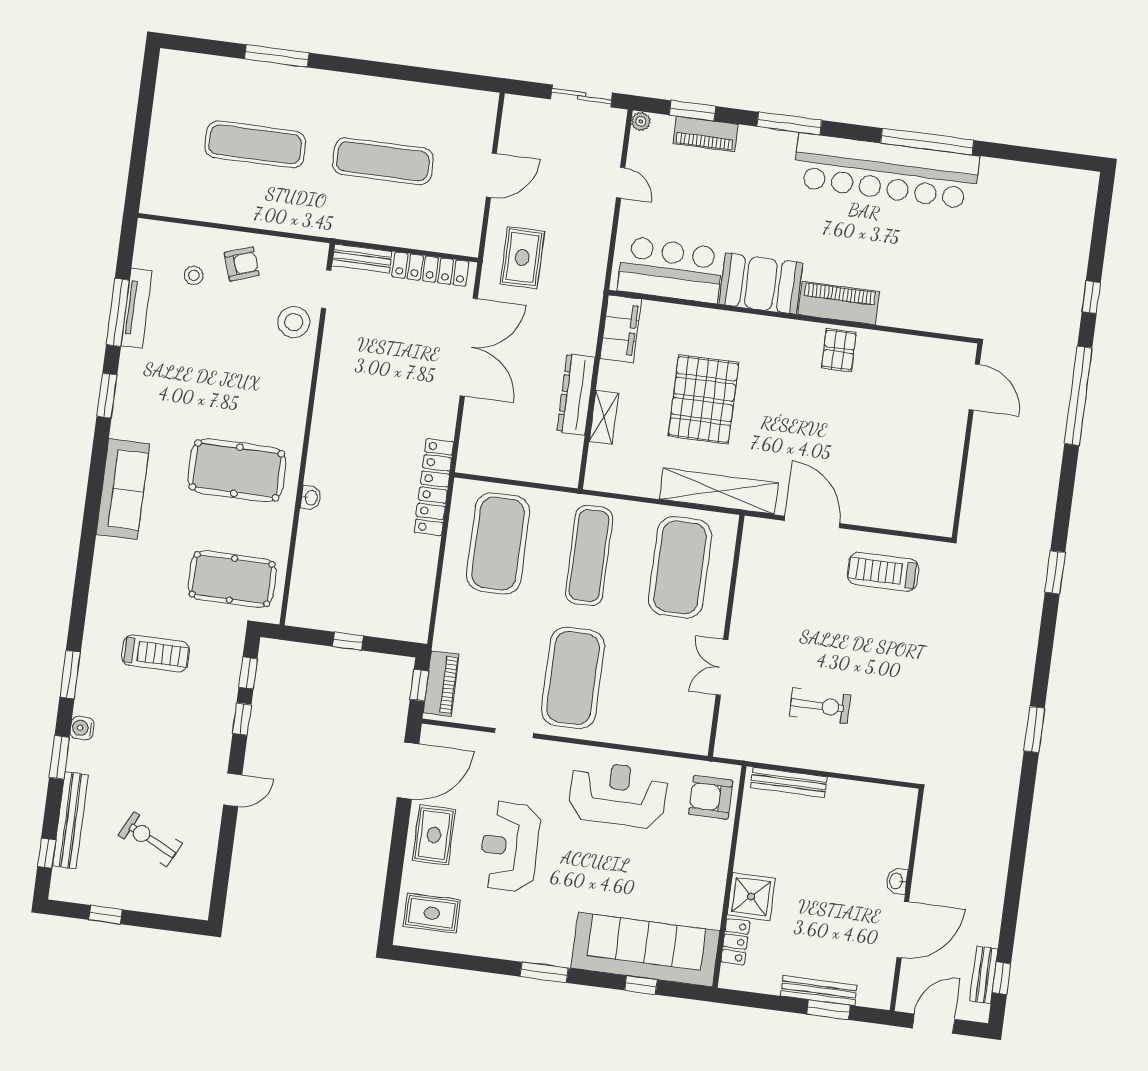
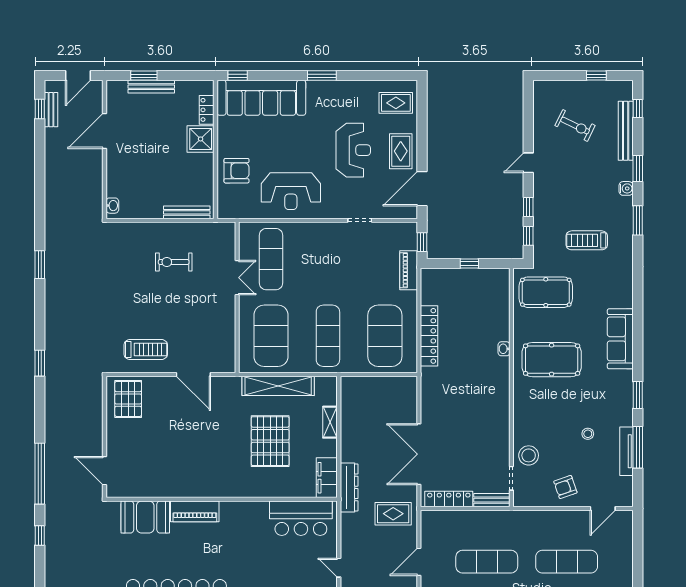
door: (186, 222) -> (603, 509), added
rug: (522, 257) -> (393, 514), turned 90
stool: (194, 275) -> (588, 434), moved
booth: (761, 284) -> (145, 517), moved
pallet: (839, 350) -> (128, 399), moved, width x1.50, depth x1.42
dresser: (576, 394) -> (349, 487), moved
locker: (434, 487) -> (429, 336), moved
shelving: (719, 491) -> (278, 386), moved
exercise mat: (573, 678) -> (271, 259), moved, width x0.68
piano: (441, 684) -> (409, 270), moved
armchair: (711, 797) -> (237, 171), moved
washbasin: (897, 881) -> (112, 206), moved
window: (641, 985) -> (238, 76), moved

